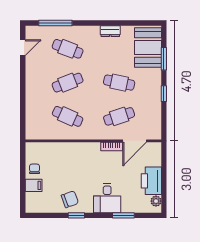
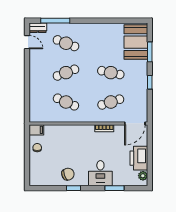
dresser: (110, 31) -> (38, 28), moved
door: (23, 48) -> (27, 42), hinge flipped
door: (135, 141) -> (135, 123), moved
filing cabinet: (34, 185) -> (36, 130), moved

